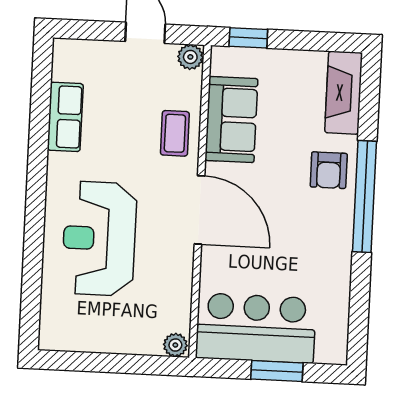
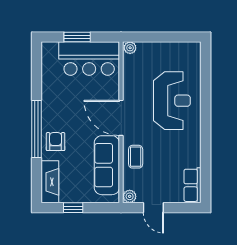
window: (248, 38) -> (73, 208), moved
row of seats: (65, 117) -> (192, 185), moved
sofa: (231, 120) -> (107, 165), width x1.36

